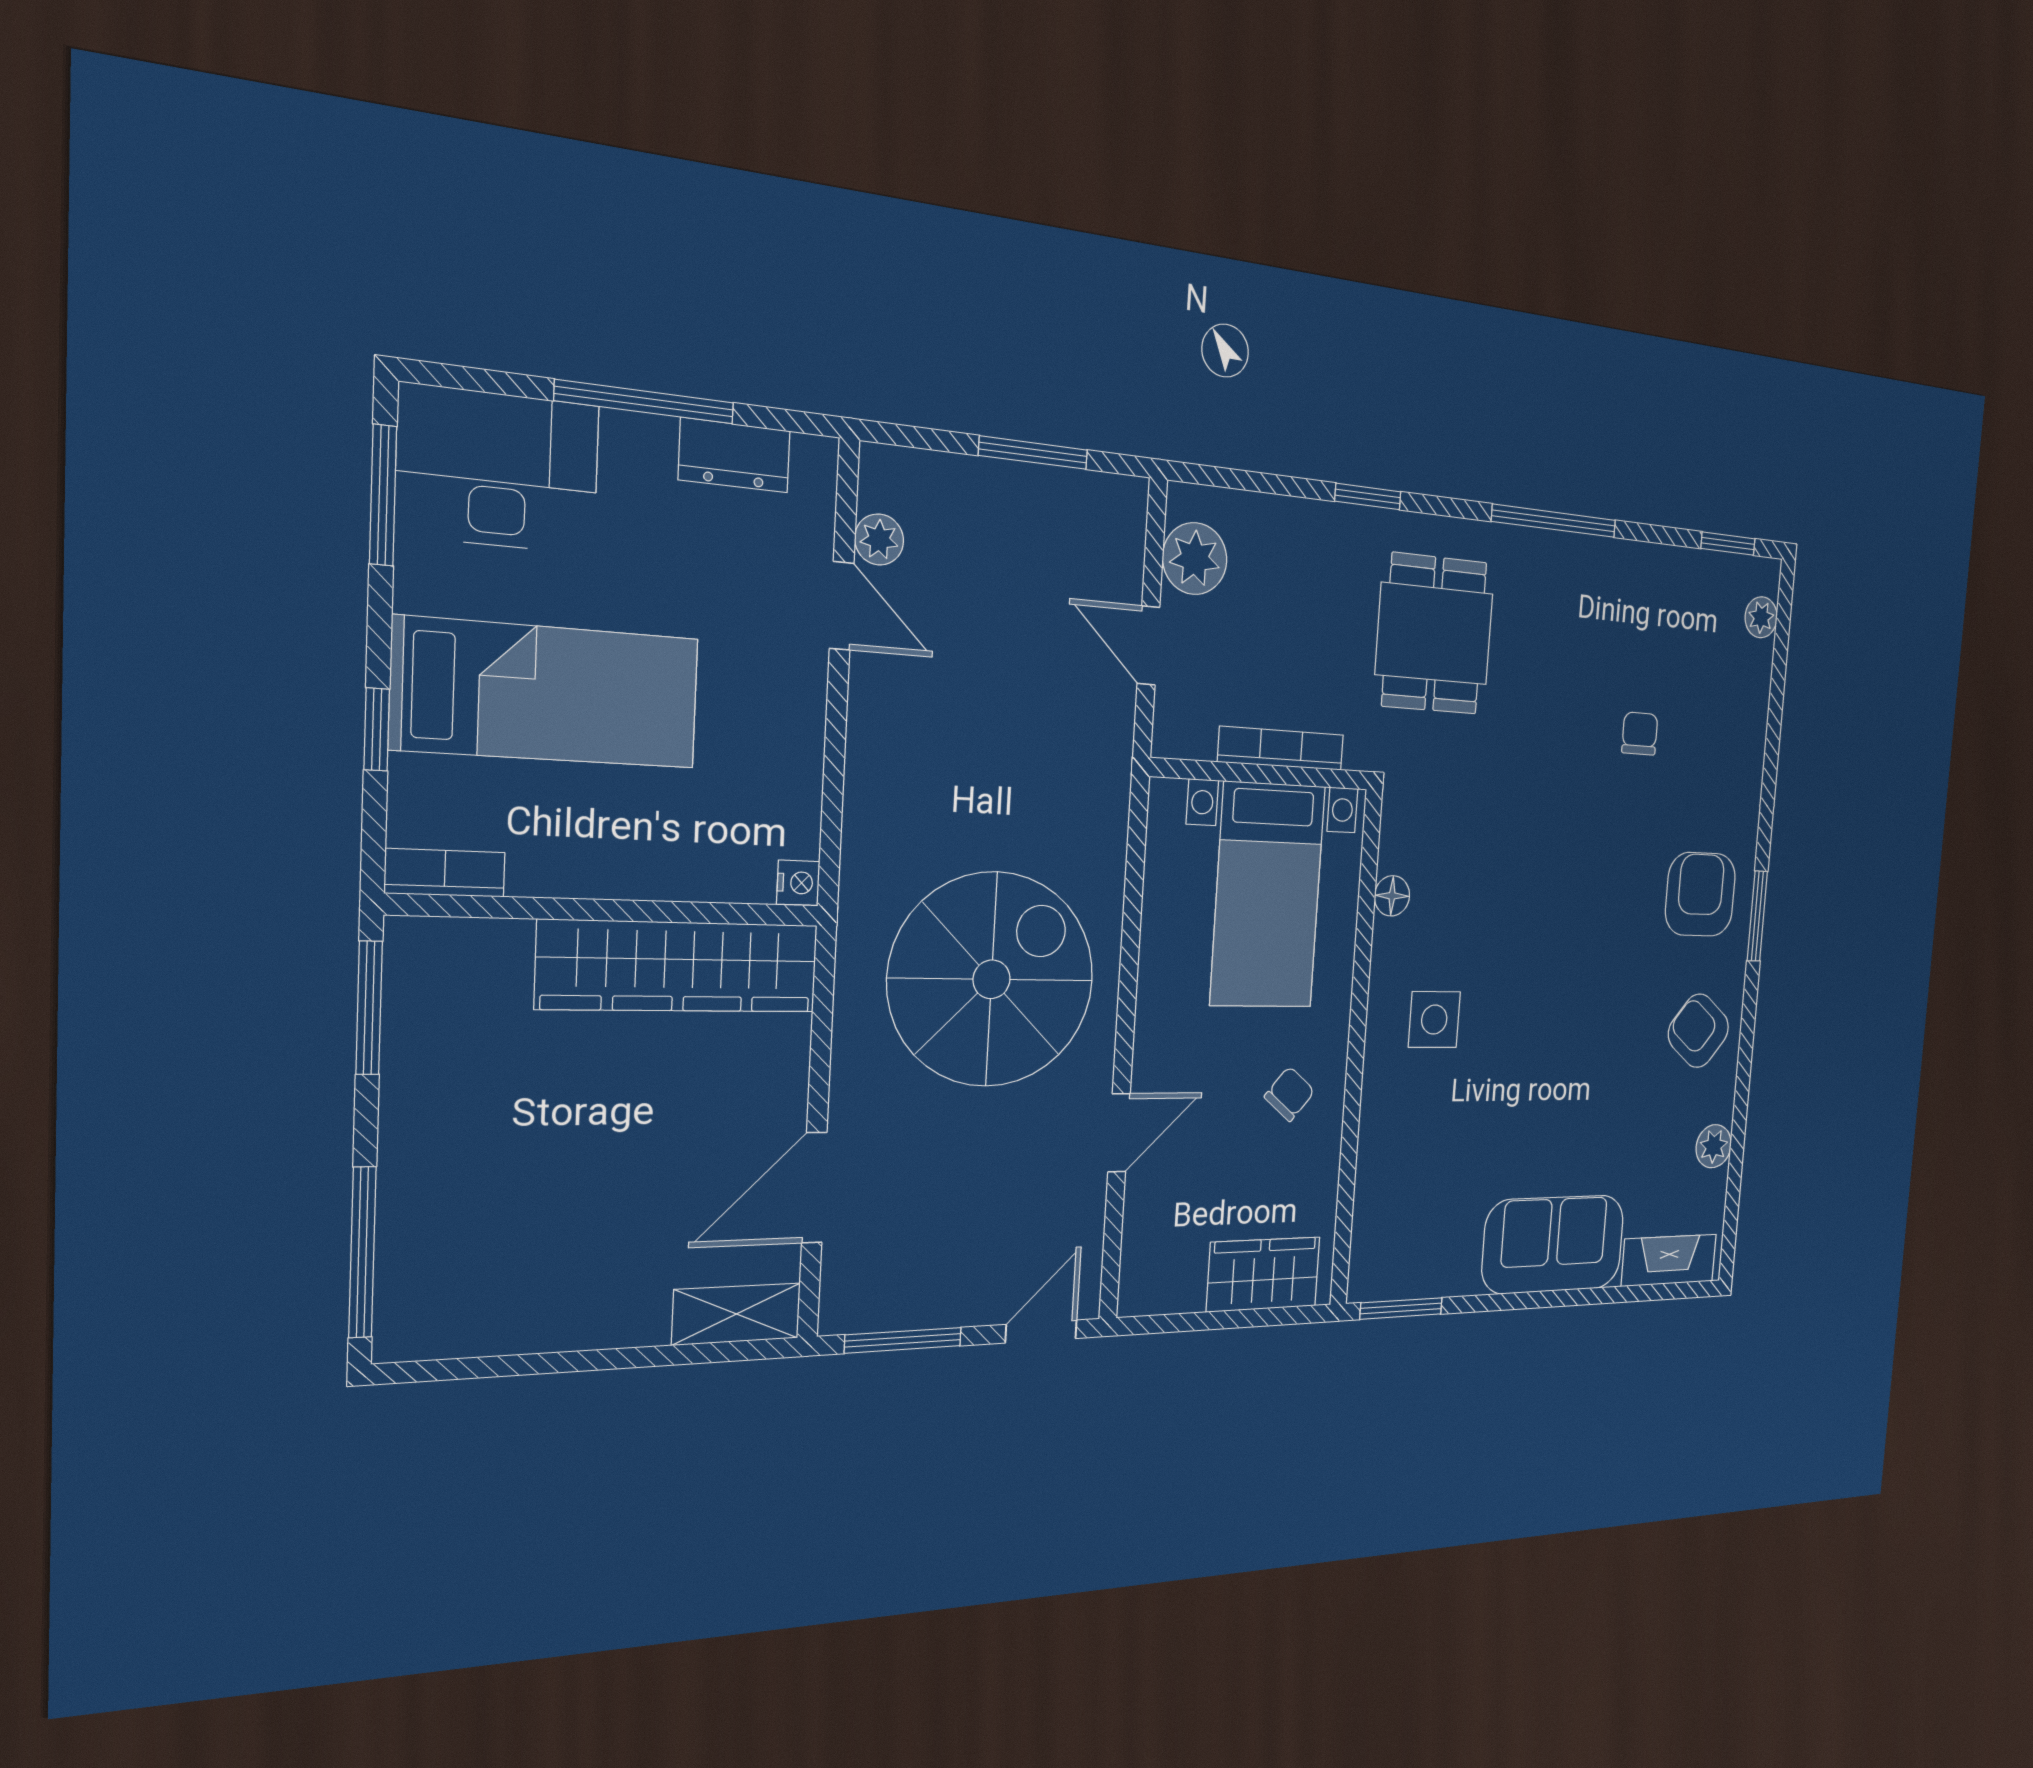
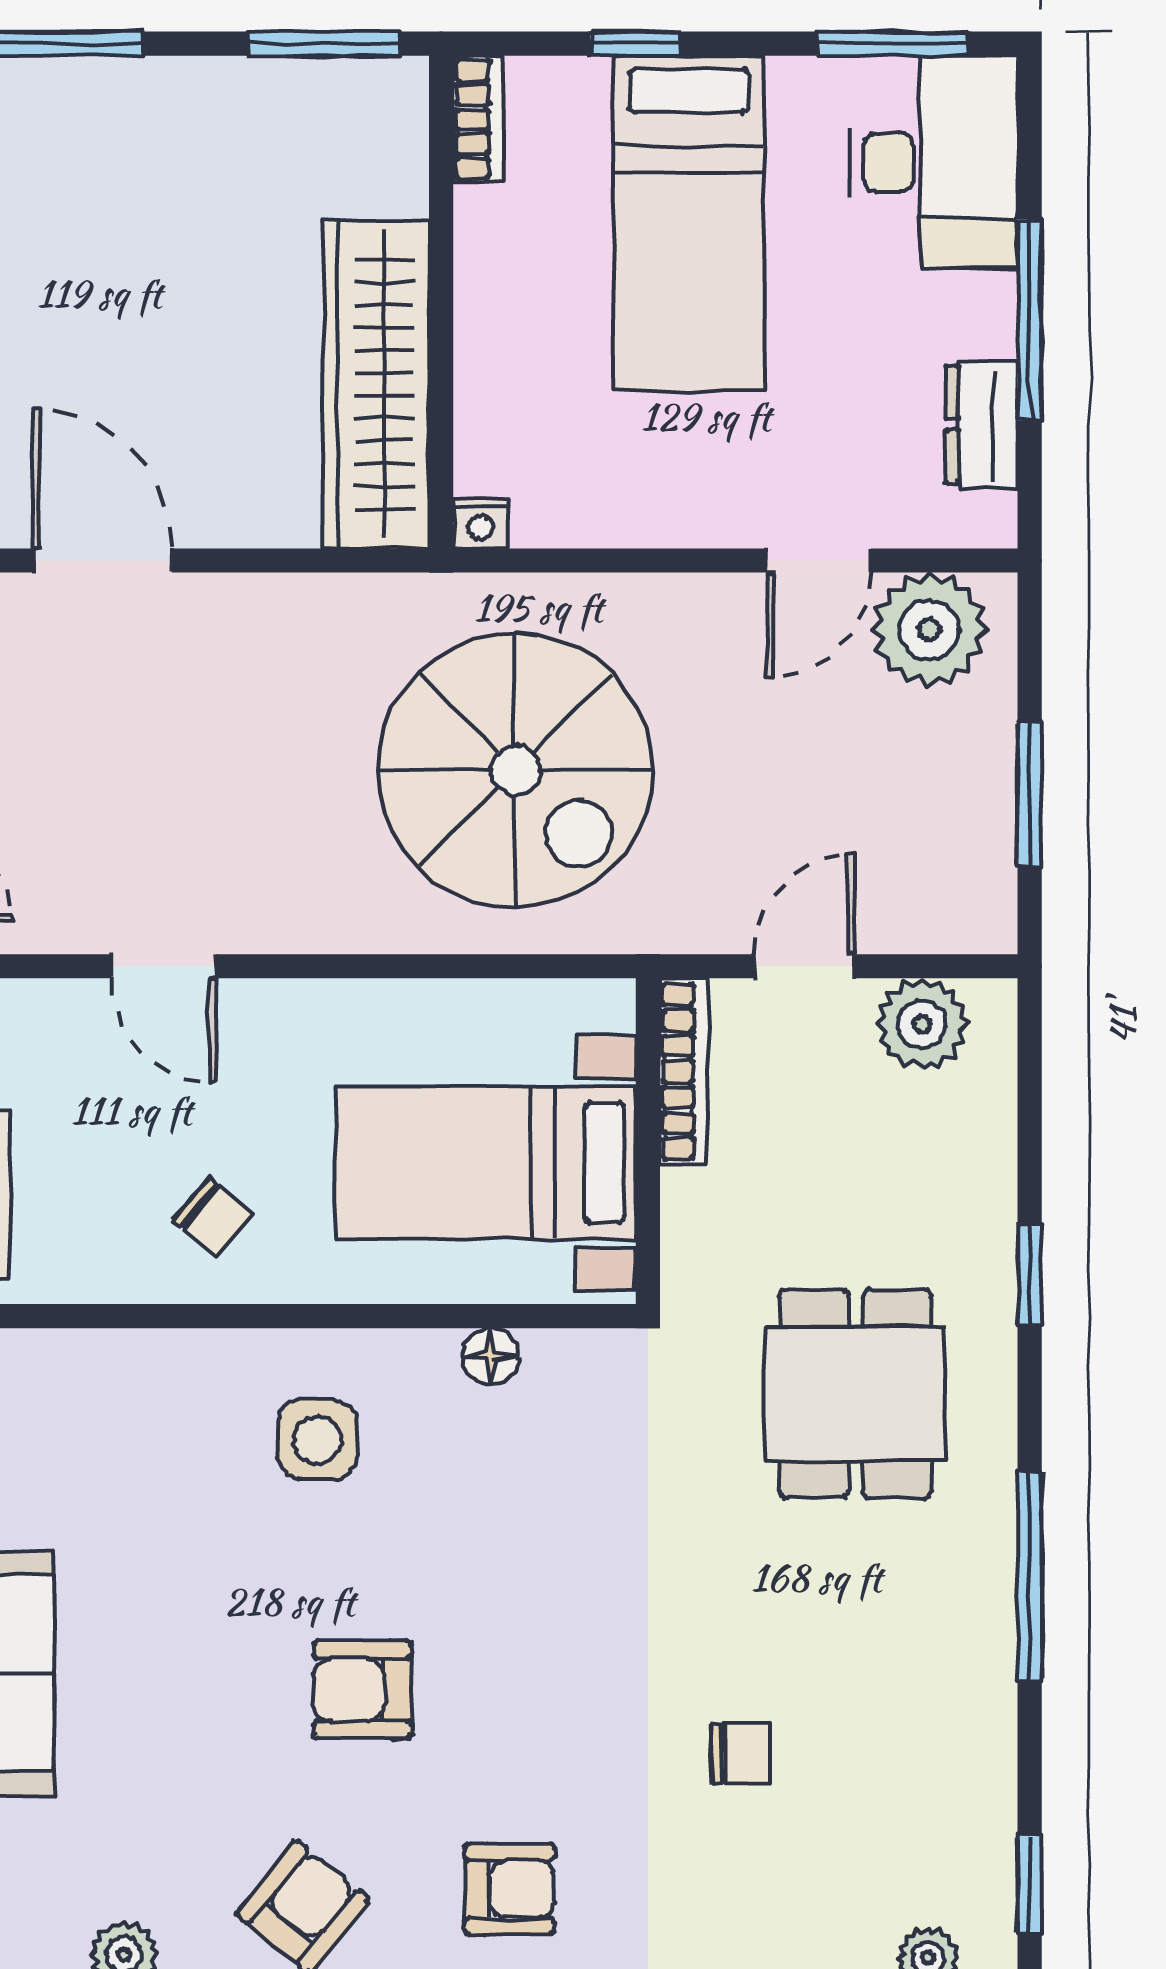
plant: (879, 540) -> (929, 630), width x1.88, depth x1.88
dining table: (1434, 634) -> (855, 1394), turned 90
bookcase: (1281, 748) -> (684, 1071), moved
armchair: (1700, 894) -> (509, 1889), width x0.72, depth x0.72
spiral stairs: (992, 979) -> (515, 770), moved
armchair: (1583, 990) -> (363, 1690), added

